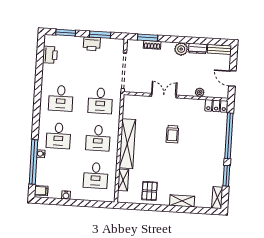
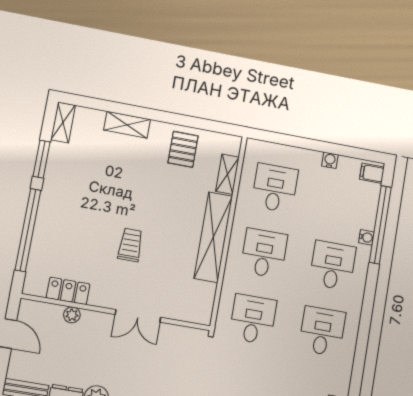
locker: (216, 106) -> (68, 291), moved

